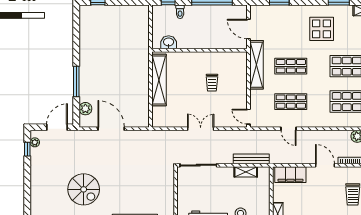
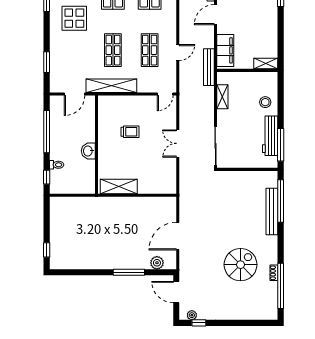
washbasin: (169, 42) -> (88, 151), moved
shelving: (159, 80) -> (119, 187), width x0.68
bench: (251, 159) -> (209, 67), moved

